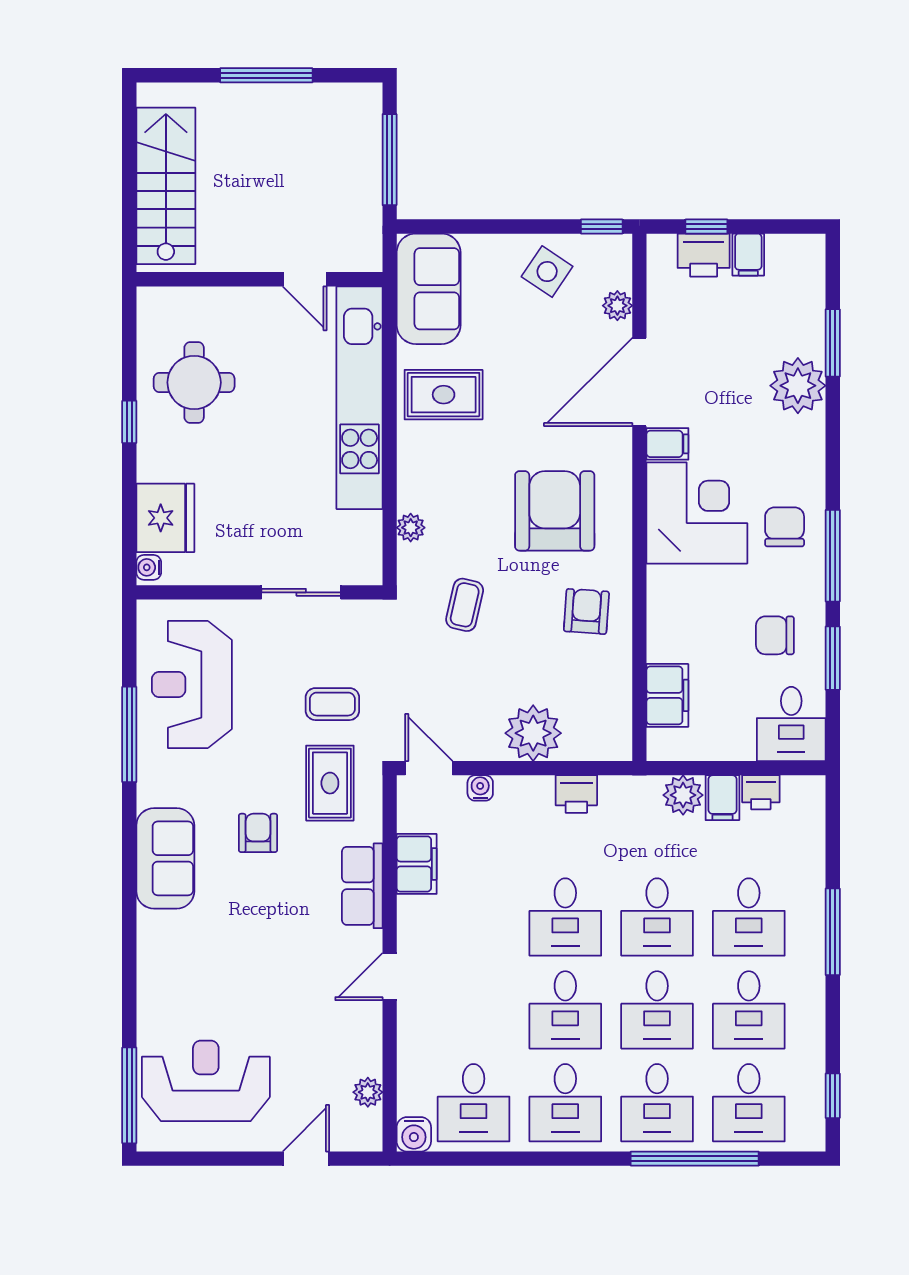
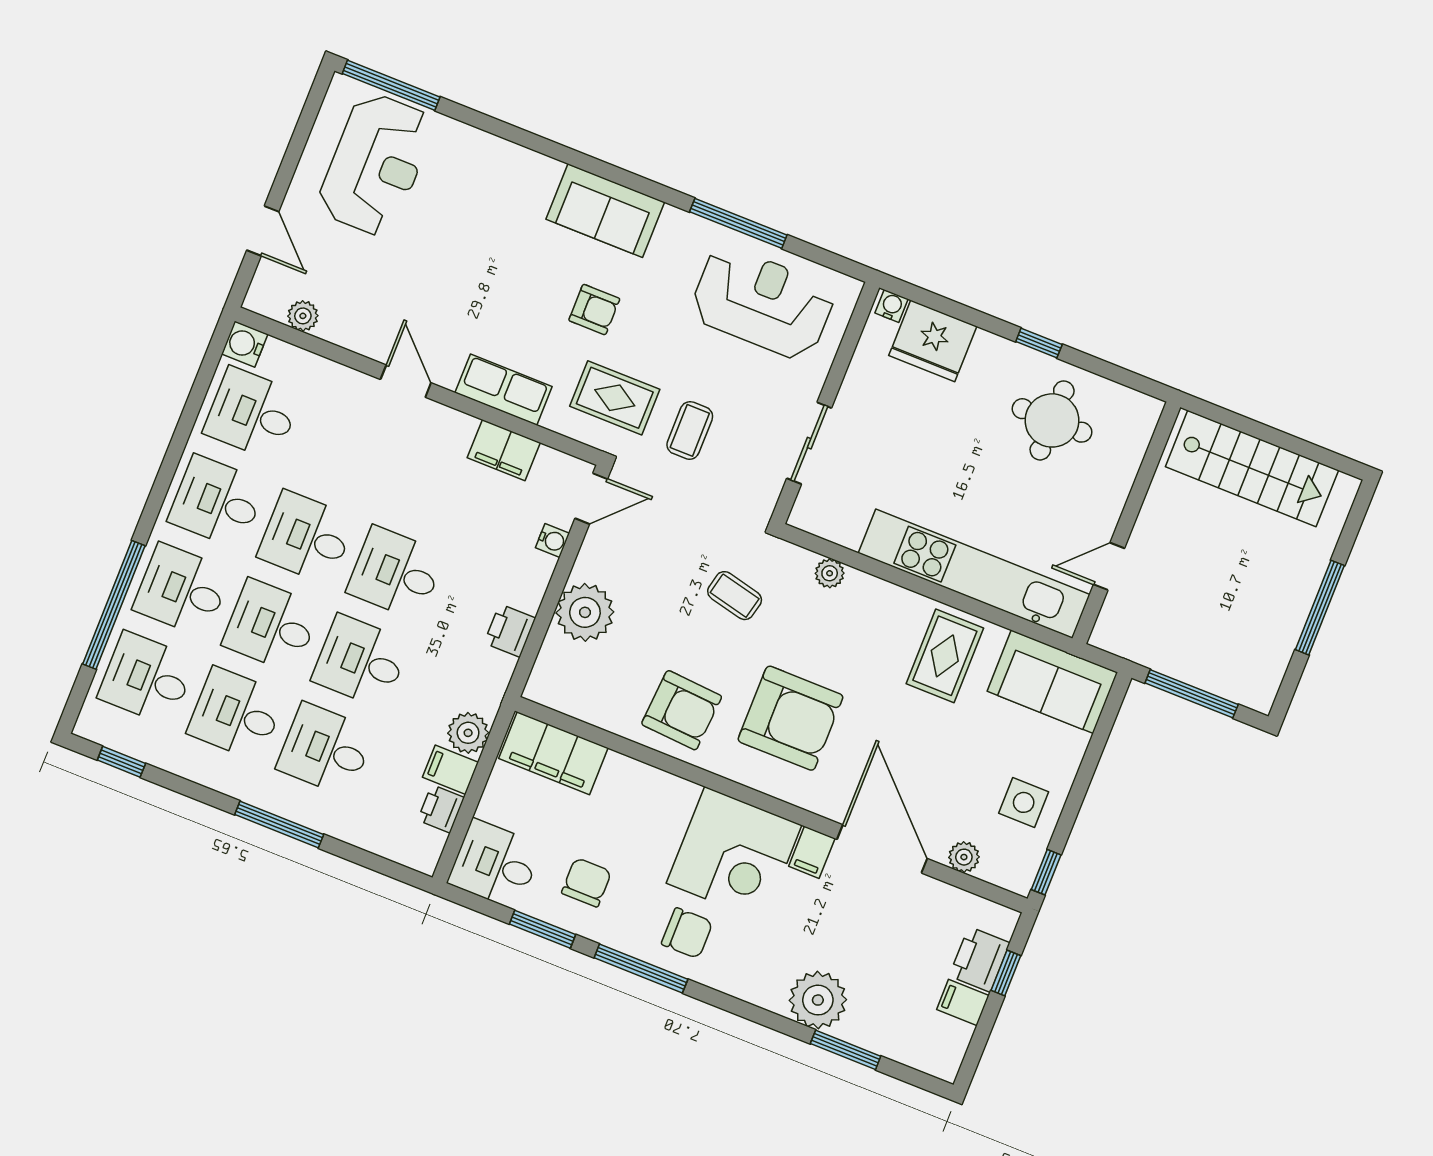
side table: (547, 272) -> (1024, 802), turned -34
armchair: (586, 611) -> (682, 710), width x1.38, depth x1.38
filing cabinet: (667, 695) -> (553, 753), width x1.50, depth x1.17

